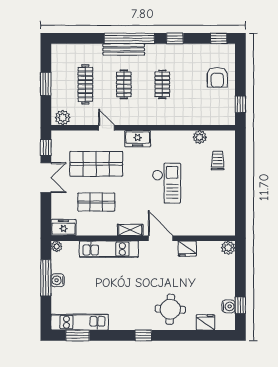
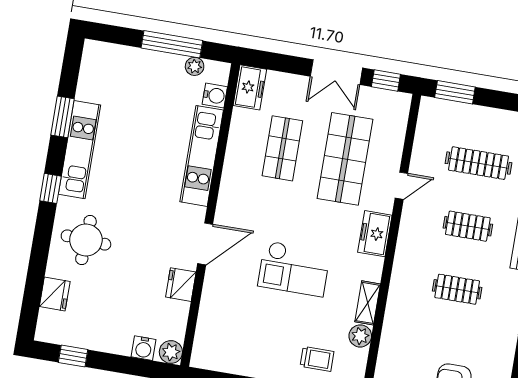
window: (46, 84) -> (455, 92), moved
plant: (63, 118) -> (430, 117), removed
shelving: (130, 230) -> (368, 303), moved
plant: (57, 246) -> (195, 66), moved
water cooler: (58, 280) -> (215, 96), moved, turned 90
water cooler: (229, 306) -> (144, 348), moved
kitchen unit: (80, 322) -> (80, 150), moved
window: (78, 335) -> (63, 117), moved

